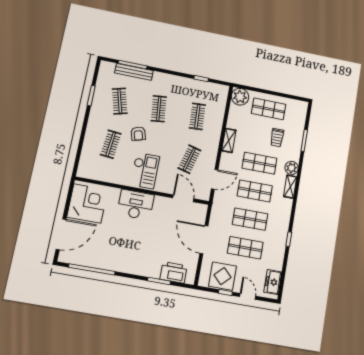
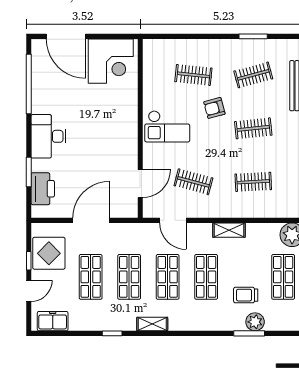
plant: (292, 168) -> (255, 322), moved
shelving: (290, 187) -> (152, 324), moved
desk: (136, 205) -> (48, 136), moved, turned 180

